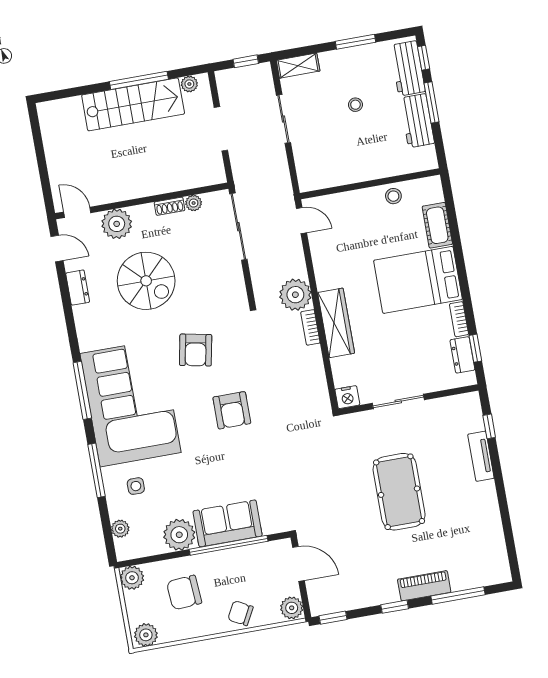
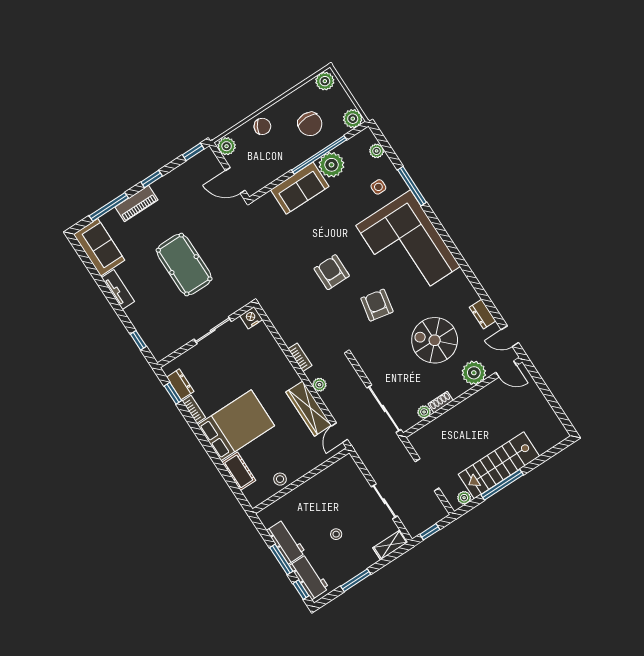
door: (302, 221) -> (340, 433), hinge flipped
plant: (295, 295) -> (319, 385), width x0.53, depth x0.53
wardrobe: (336, 323) -> (309, 409), moved
window: (82, 390) -> (447, 240), removed
tv unit: (481, 456) -> (118, 290), moved
window: (229, 545) -> (319, 155), moved
sofa: (489, 553) -> (99, 247), added
chair: (184, 593) -> (310, 124), turned 94

